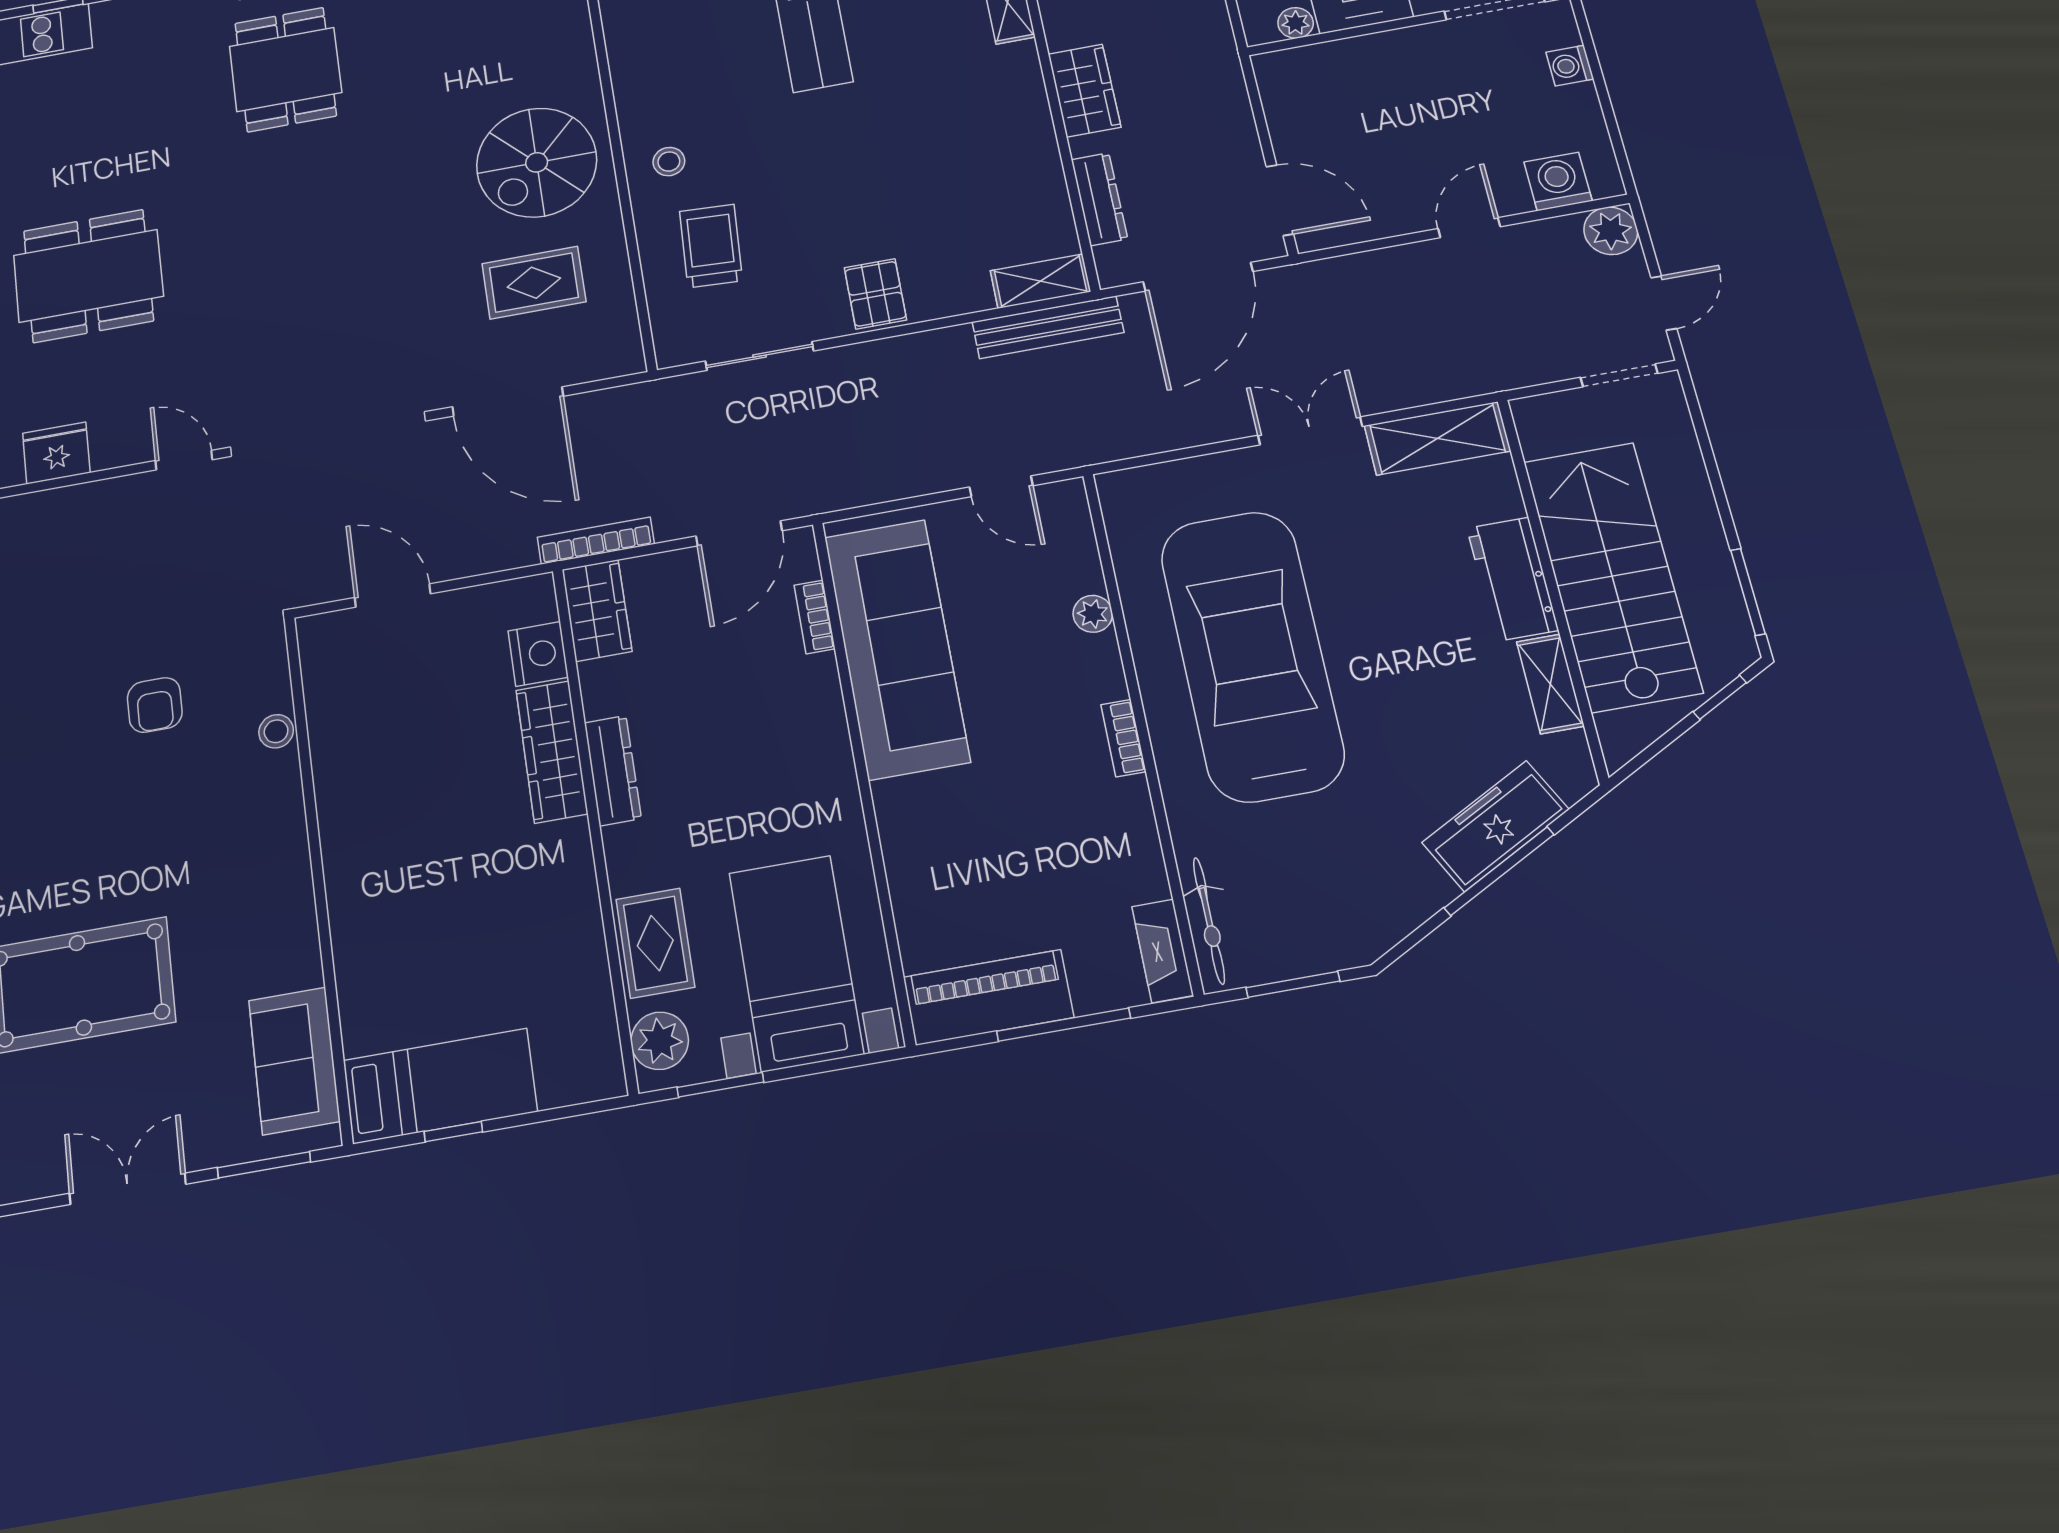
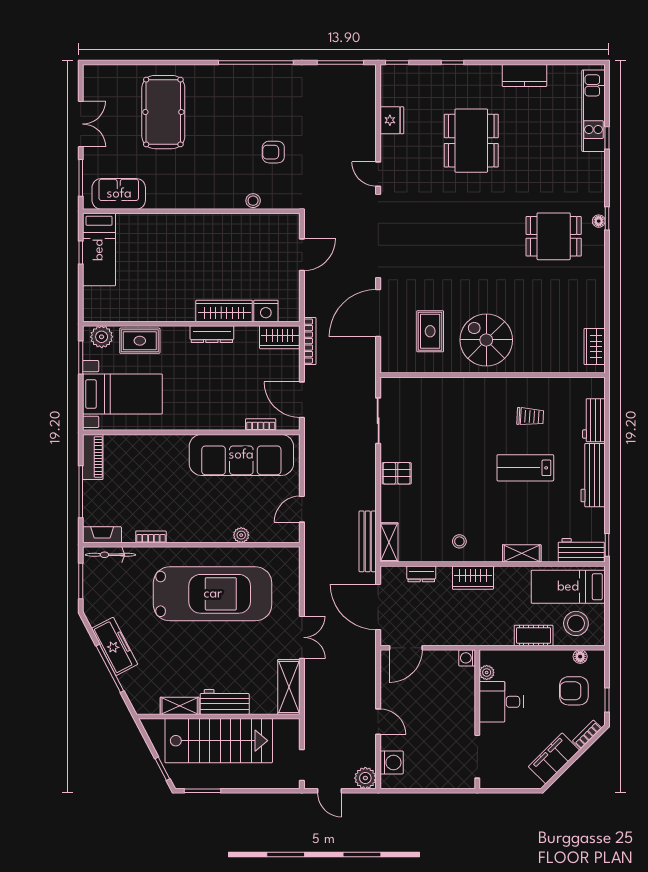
washing machine: (1570, 66) -> (467, 658), moved, turned -90
stool: (669, 162) -> (459, 541), moved
dresser: (1099, 199) -> (421, 574), width x0.70
trolley: (711, 246) -> (530, 417), moved, width x0.73, depth x0.72
door: (184, 460) -> (378, 174), swing flipped
bookcase: (1123, 738) -> (151, 537), moved
freezer: (1496, 826) -> (115, 646), moved
piano: (988, 997) -> (93, 457), width x0.73, depth x0.75

